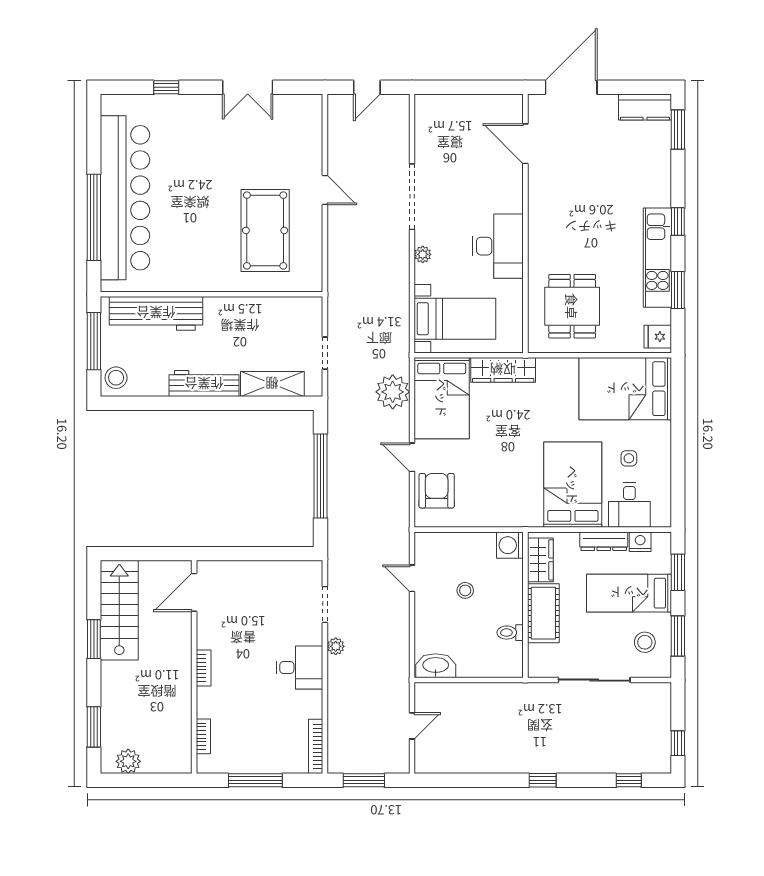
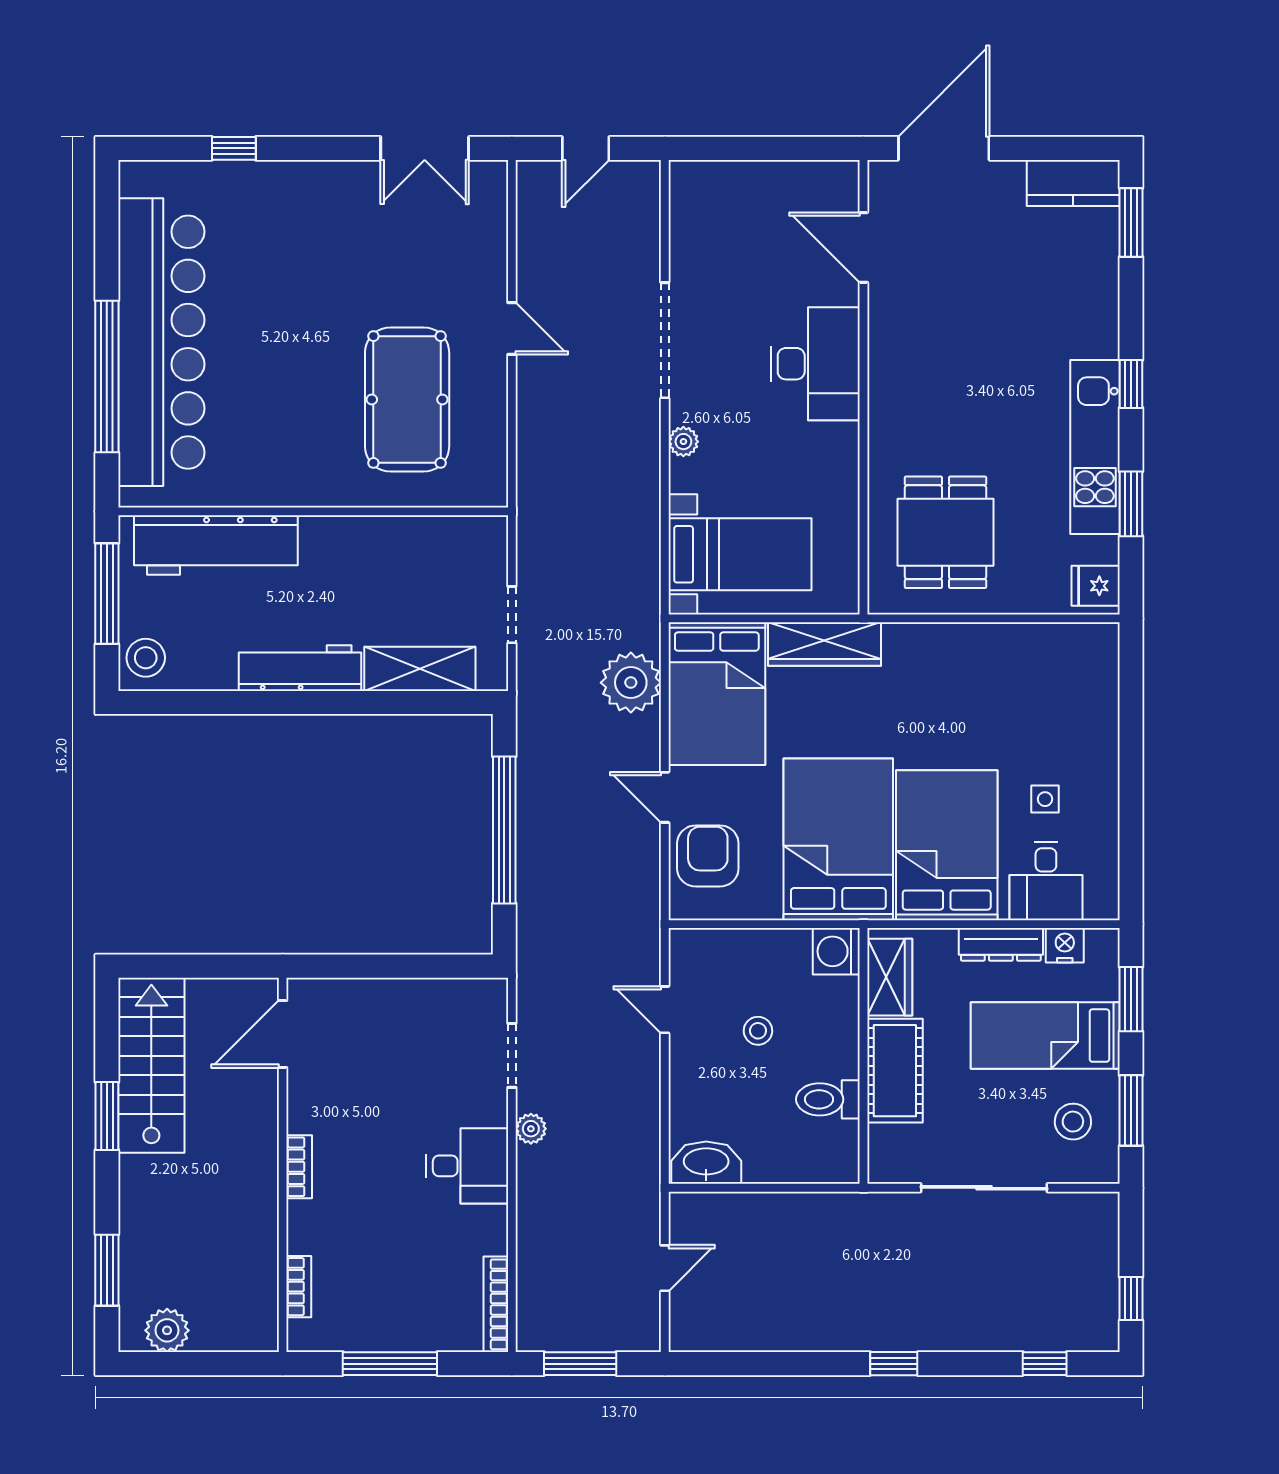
double door: (248, 87) -> (425, 148), moved
desk: (498, 246) -> (815, 364), moved
bed: (625, 389) -> (838, 839), moved, turned 90
toilet: (510, 633) -> (828, 1099), width x1.37, depth x1.39

